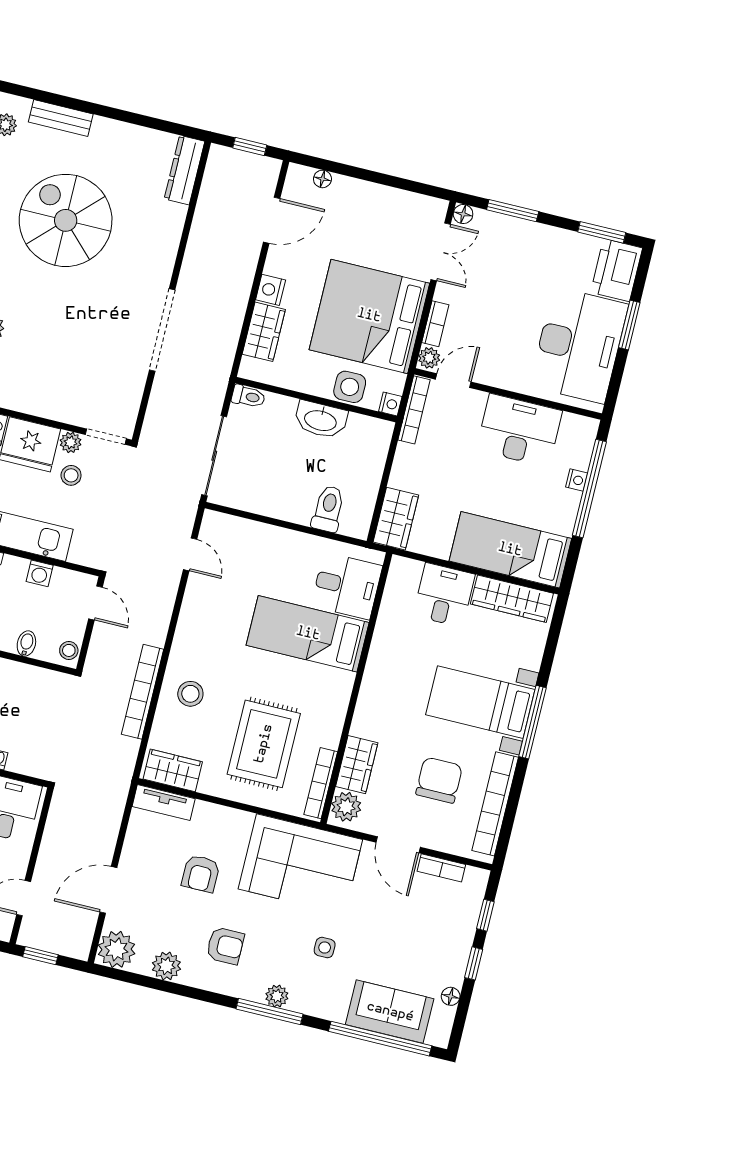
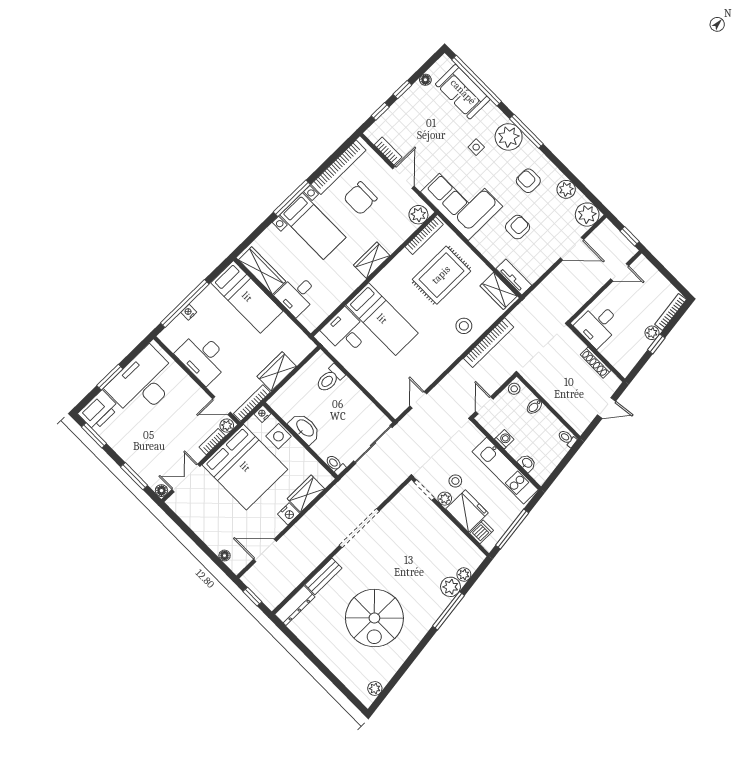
bench: (61, 118) -> (323, 576), moved, turned 90
wardrobe: (396, 519) -> (277, 371), moved
wardrobe: (357, 765) -> (372, 260), moved
plant: (277, 996) -> (509, 137), width x1.88, depth x1.88

